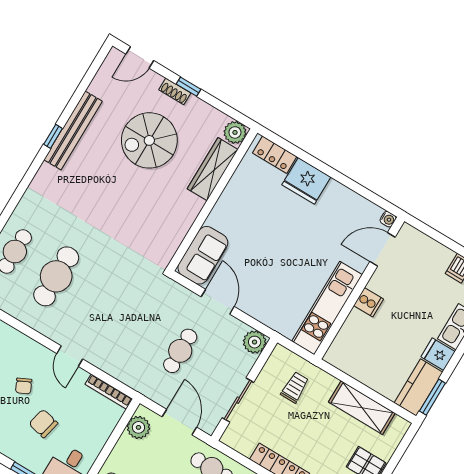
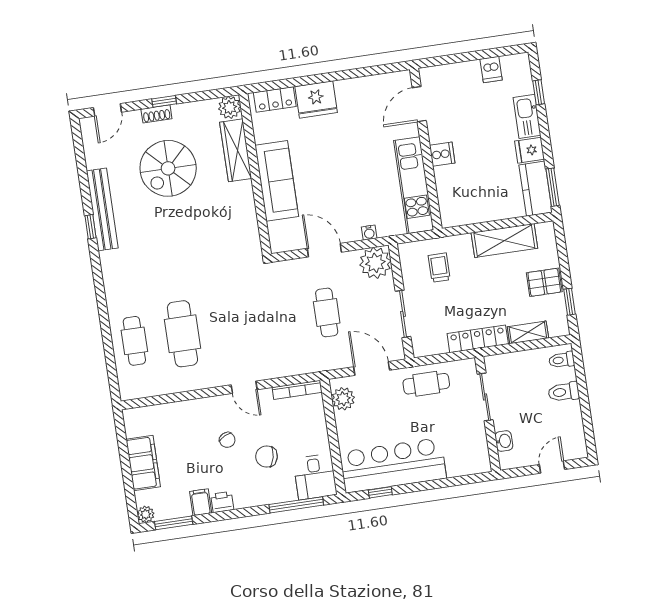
water cooler: (388, 219) -> (369, 233), moved, turned 90
sofa: (203, 255) -> (277, 181), moved, width x1.36
plant: (255, 342) -> (375, 263), width x1.36, depth x1.36

